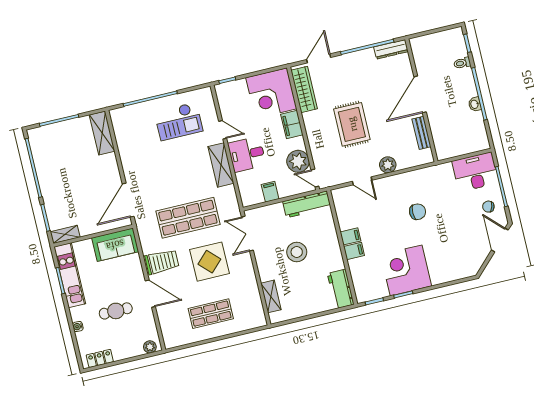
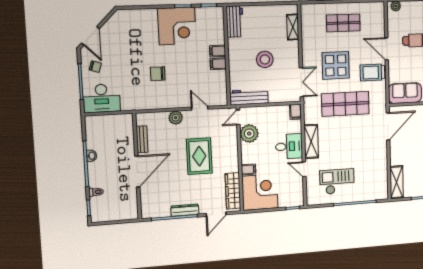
dresser: (391, 49) -> (185, 210), moved
filing cabinet: (292, 125) -> (248, 169), width x0.50
door: (315, 178) -> (238, 117), swing flipped
filing cabinet: (270, 192) -> (296, 112), moved

